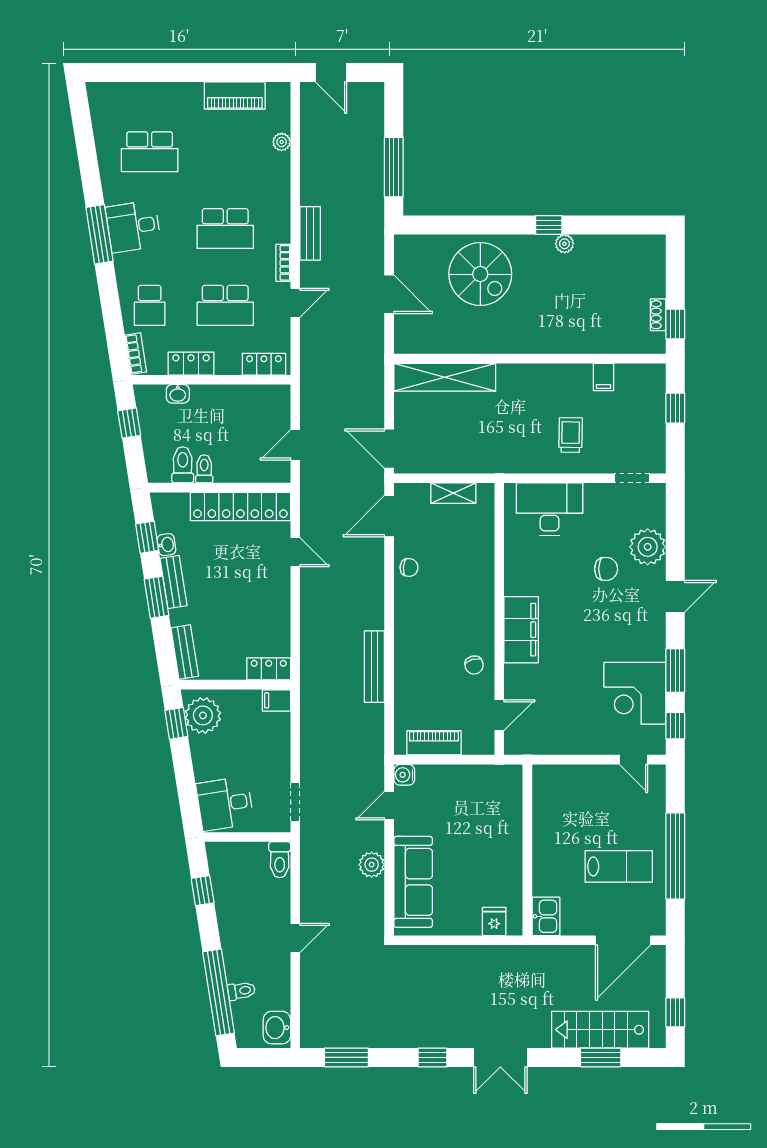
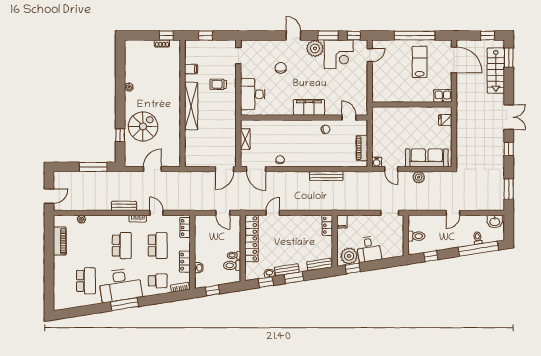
window: (549, 225) -> (120, 135), moved
desk: (133, 226) -> (120, 285), width x1.87, depth x1.30
shelving: (445, 377) -> (191, 106), moved
plant: (648, 547) -> (315, 48), moved
desk: (225, 804) -> (369, 249), moved
toilet: (280, 860) -> (416, 236), moved
door: (295, 938) -> (453, 213), swing flipped
window: (601, 1057) -> (509, 58), moved

